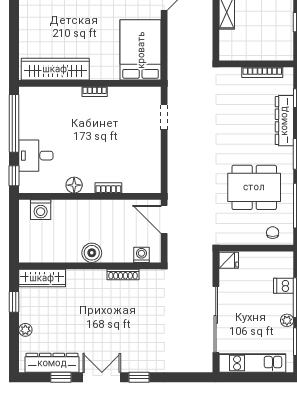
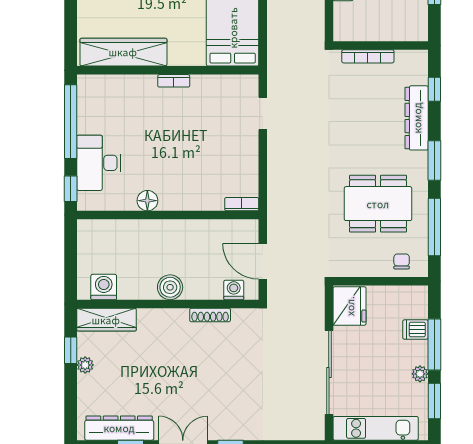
bookcase: (262, 72) -> (368, 56), moved
desk: (36, 156) -> (99, 163), width x1.37
bookcase: (108, 188) -> (242, 204), moved
washing machine: (41, 210) -> (104, 287), moved, turned 180
door: (164, 219) -> (263, 261), moved
fridge: (229, 260) -> (350, 306), width x1.88, depth x1.34
plant: (25, 330) -> (85, 365), moved

